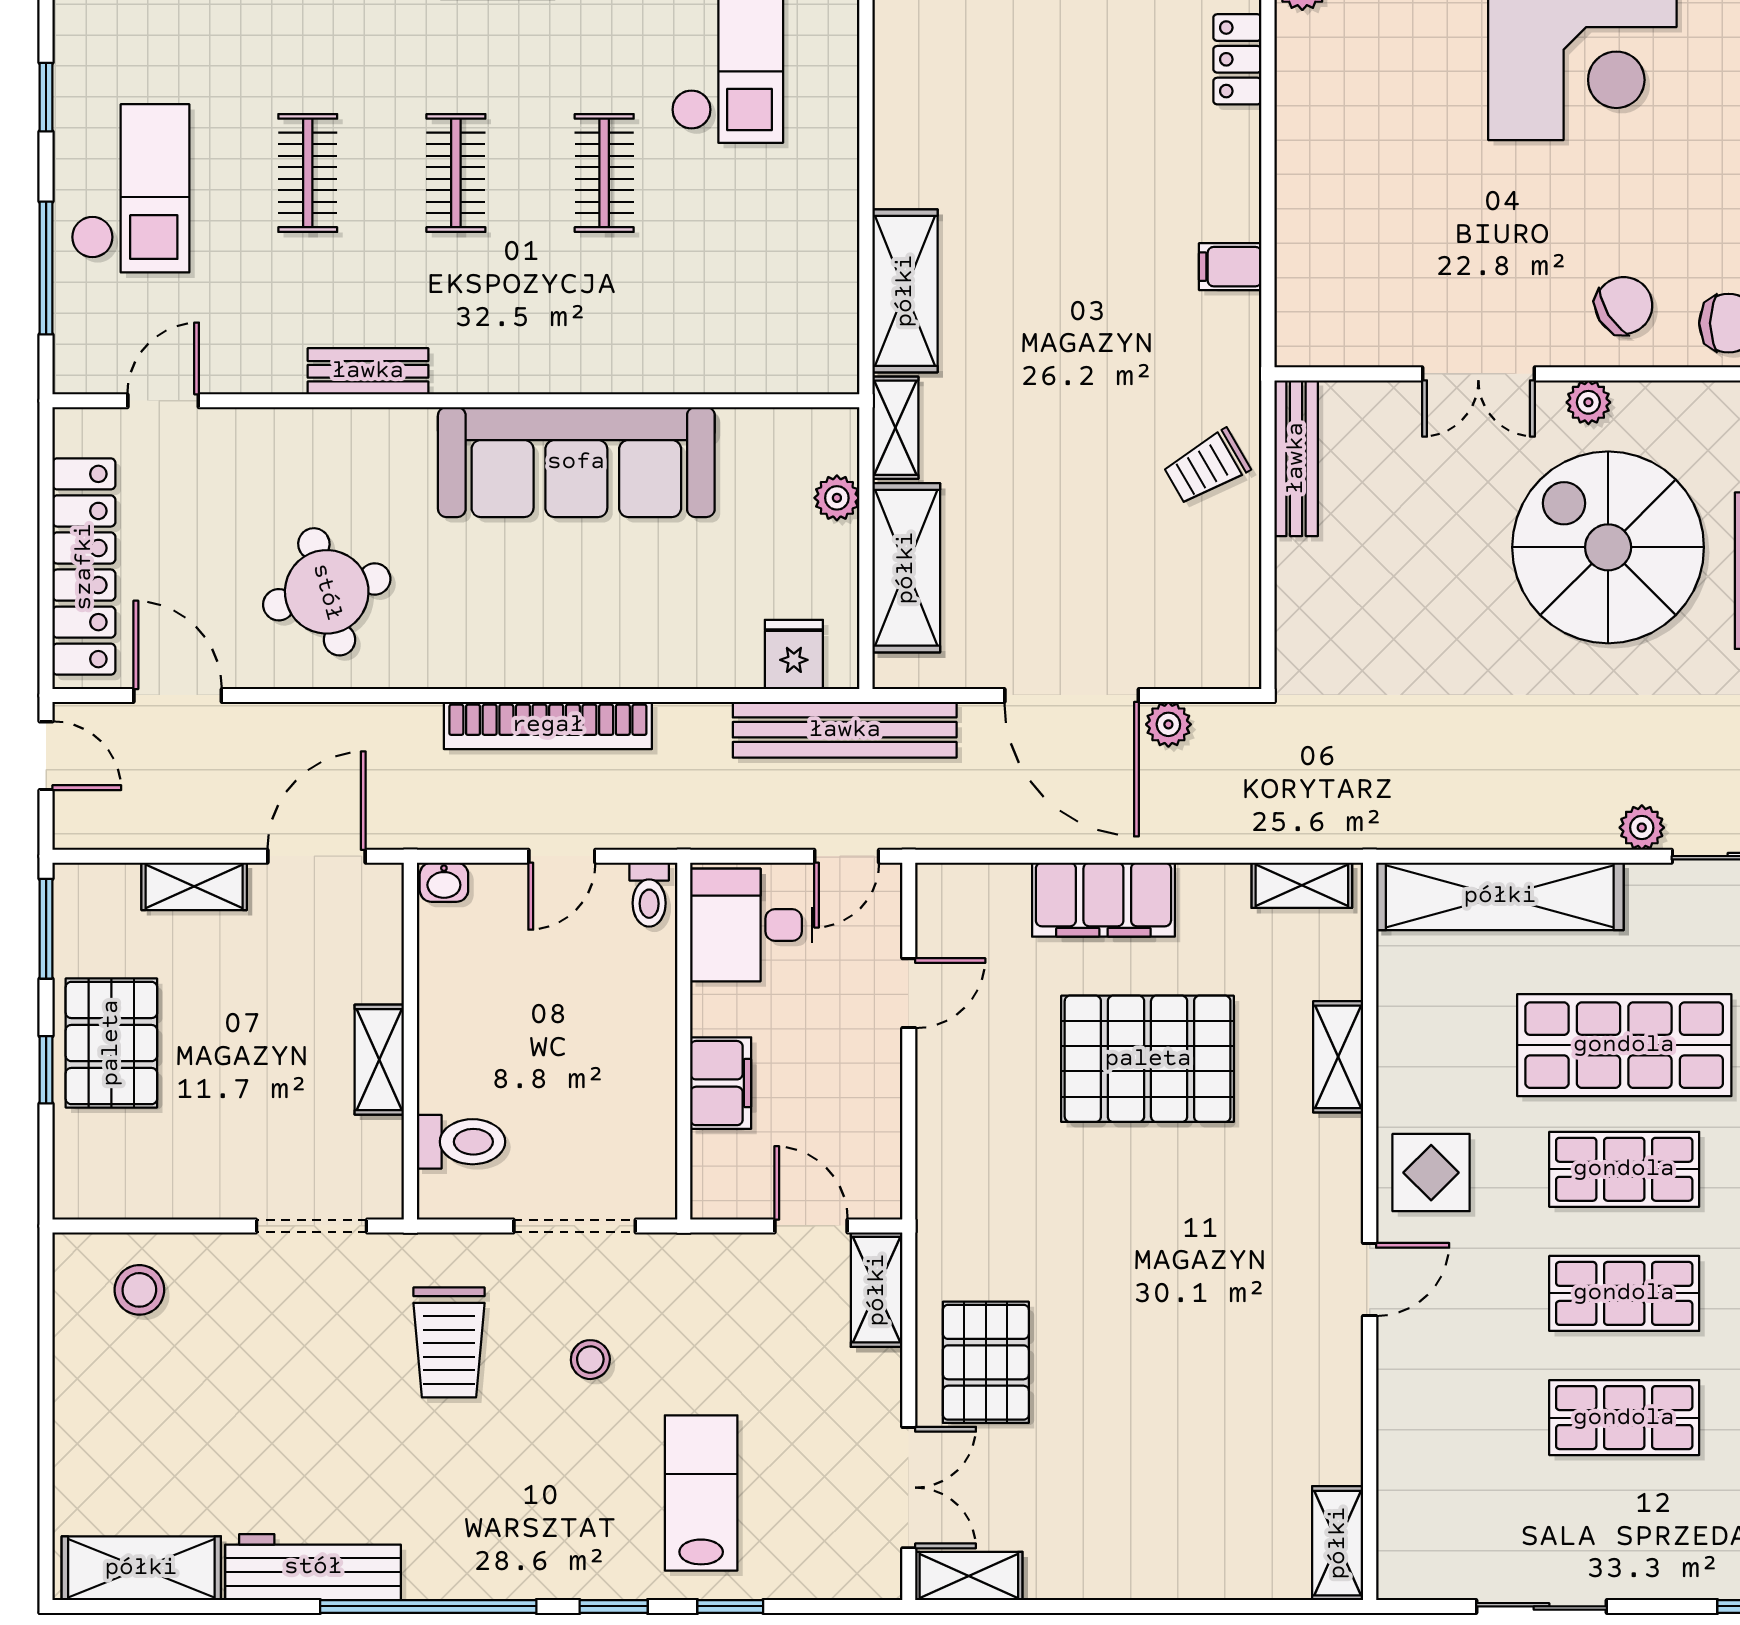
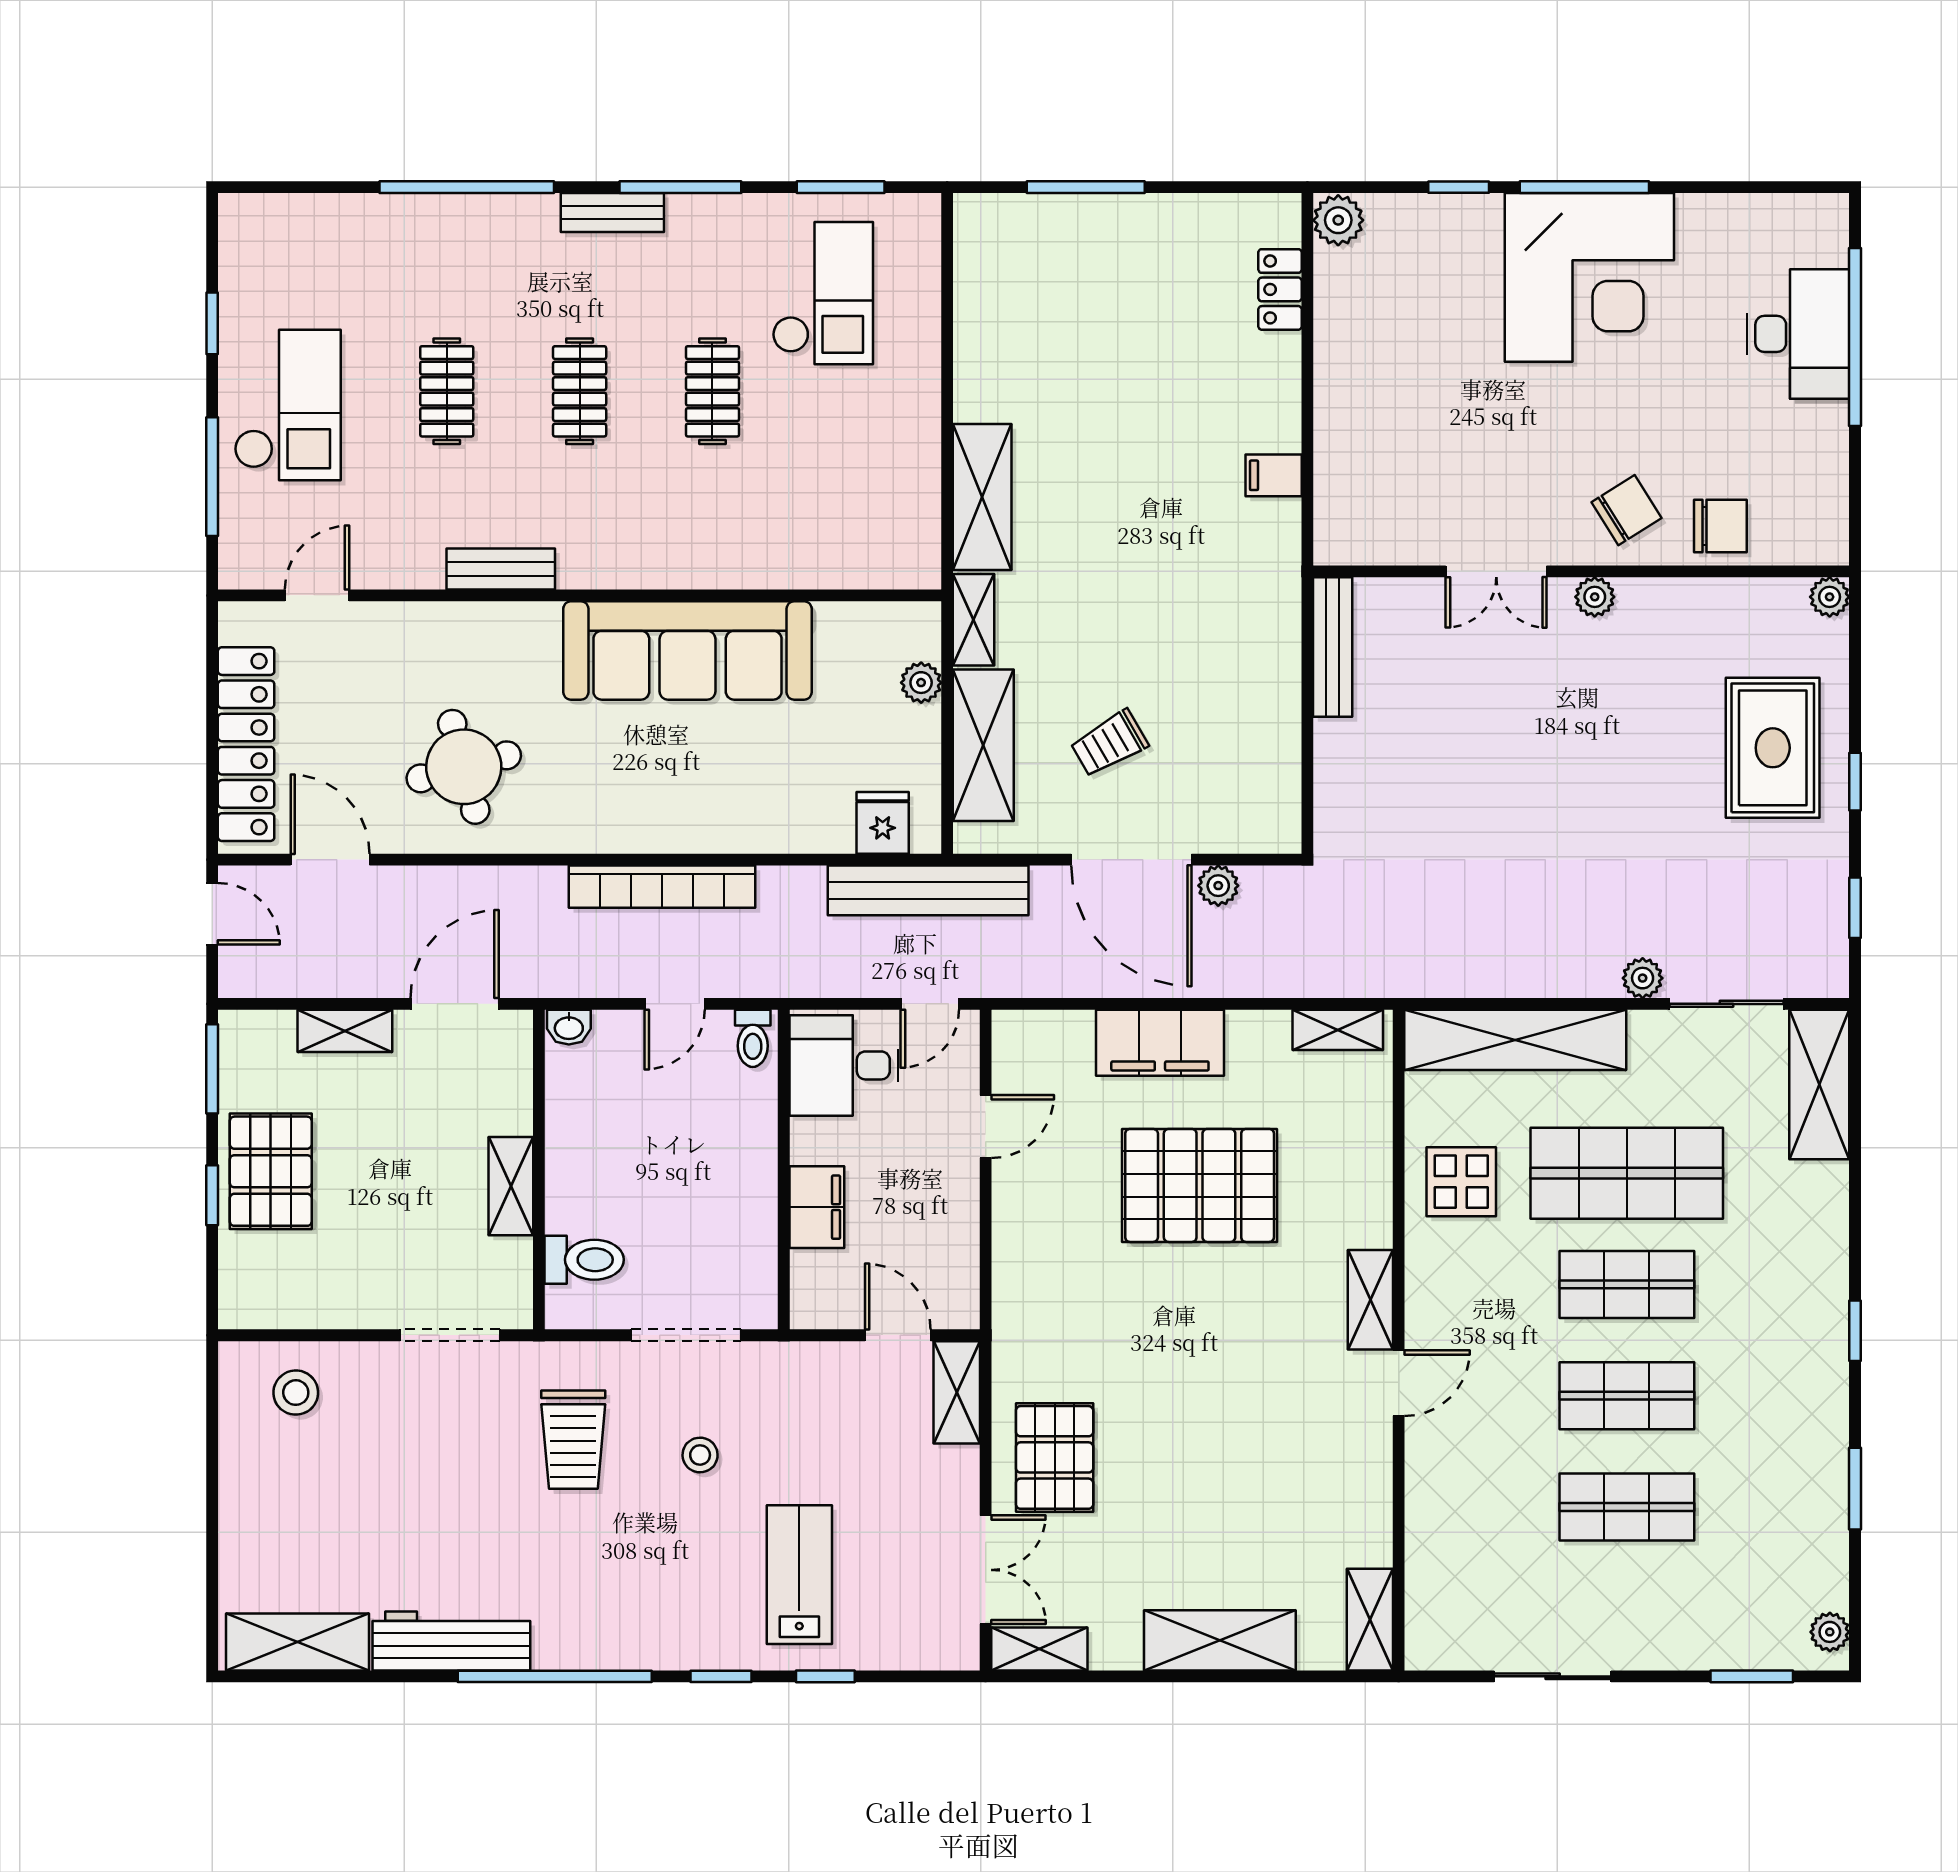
trolley: (1207, 467) -> (1109, 743), moved
spiral stairs: (1608, 547) -> (1612, 727), removed
shelving: (1338, 1057) -> (1370, 1300), moved
display table: (1431, 1173) -> (1461, 1182), moved
shelving: (1170, 1566) -> (1220, 1640), added

